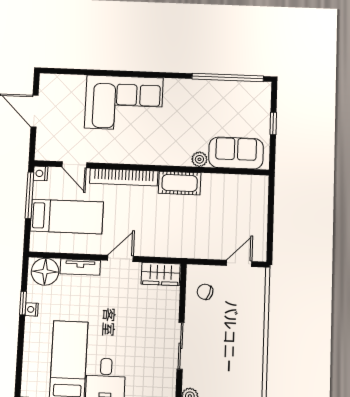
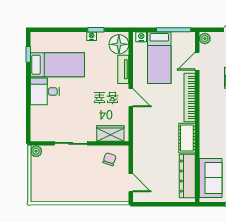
plant: (199, 159) -> (205, 39), moved
nightstand: (40, 173) -> (141, 37), moved
dresser: (232, 185) -> (187, 176), added
wardrobe: (161, 274) -> (110, 133), moved, turned 90

